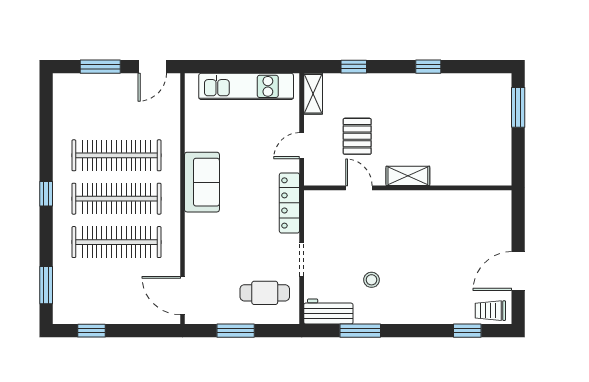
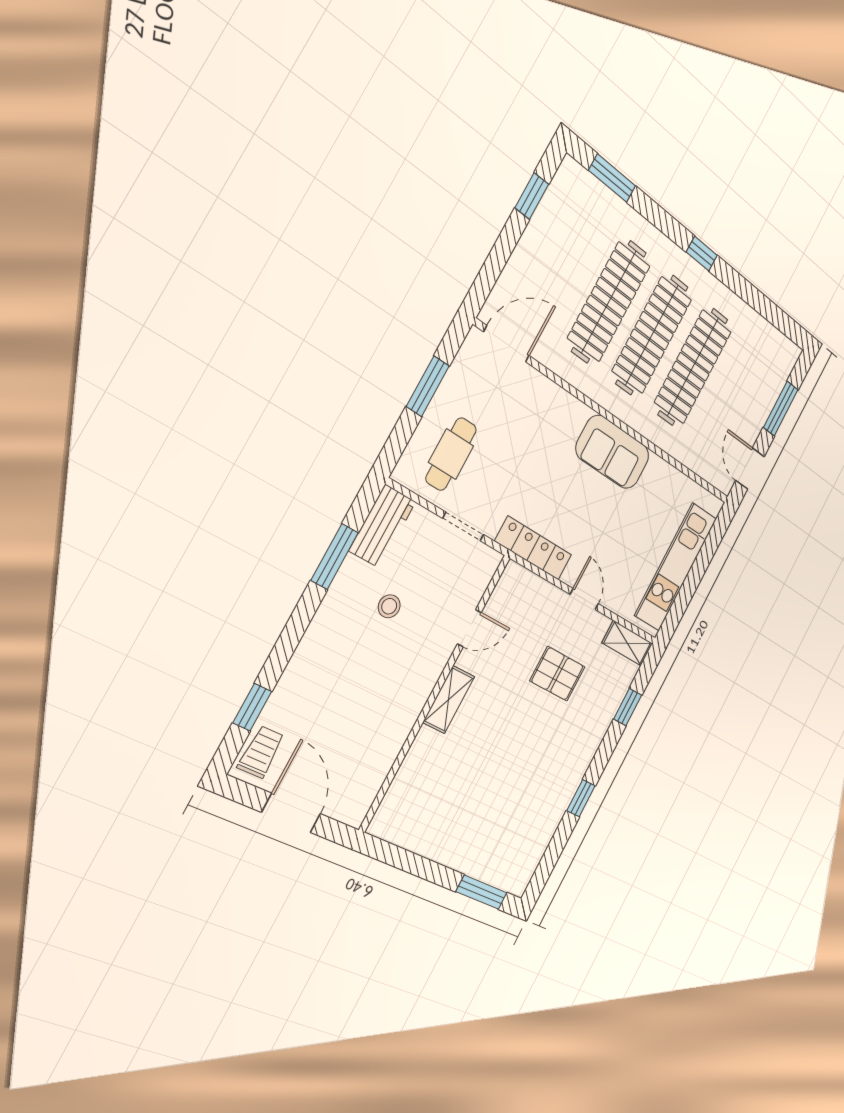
shelving: (408, 176) -> (449, 700), moved
door: (359, 188) -> (469, 628), moved
wall: (408, 188) -> (435, 692), moved

